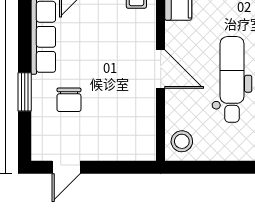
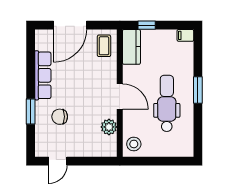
chair: (69, 100) -> (60, 117), turned 90
plant: (144, 115) -> (109, 127), added

